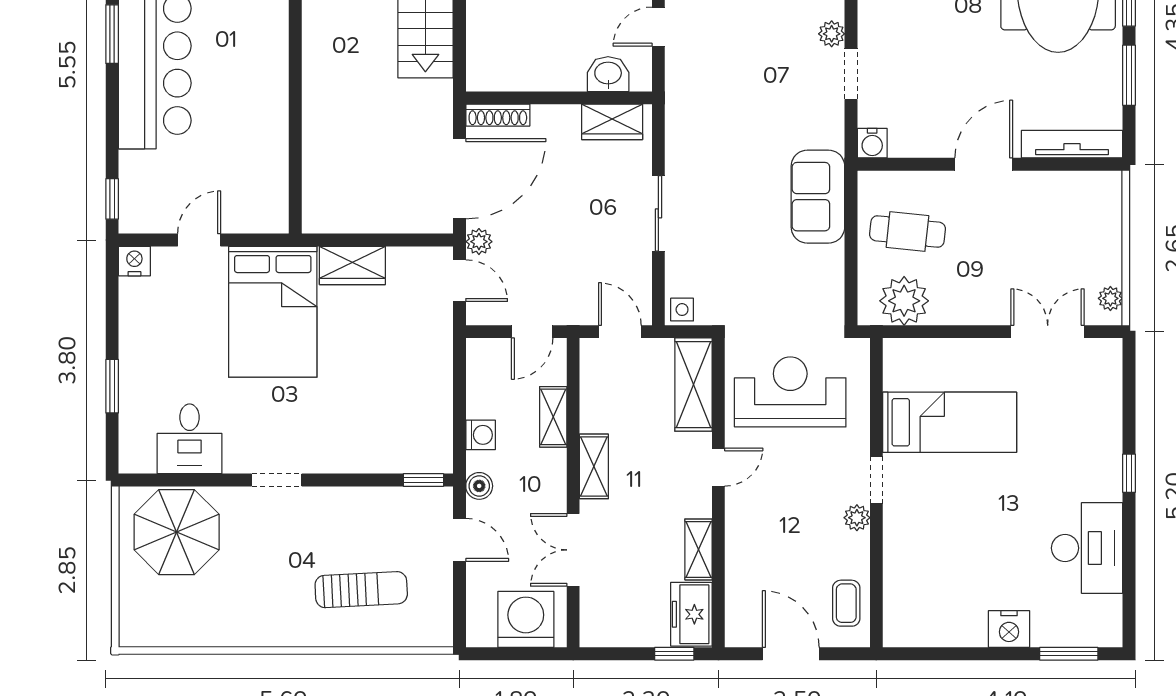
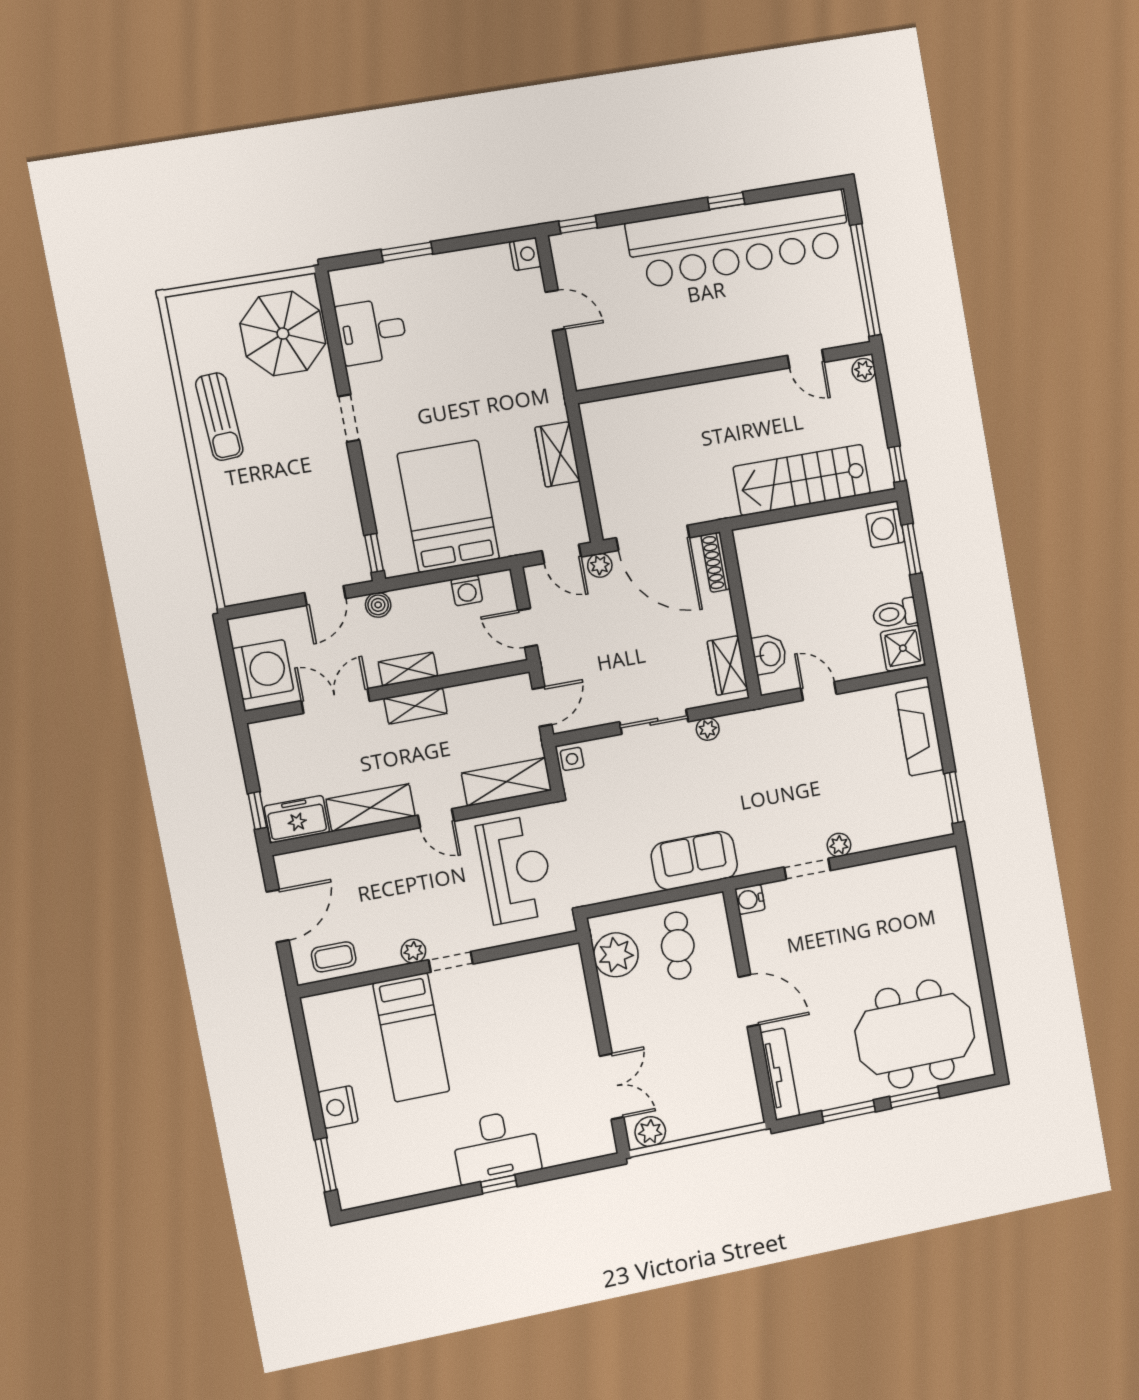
window: (112, 34) -> (726, 201), width x0.67
plant: (677, 156) -> (708, 729), added
door: (459, 281) -> (562, 554), hinge flipped
plant: (1110, 298) -> (650, 1132), width x1.38, depth x1.38
bed: (273, 312) -> (448, 506), moved, turned 90
shelving: (553, 417) -> (408, 669), moved
bed: (950, 422) -> (411, 1037), moved
washing machine: (481, 435) -> (467, 590), moved
desk: (1087, 548) -> (496, 1146), moved
shelving: (698, 549) -> (371, 808), width x1.50, depth x1.33
sun lounger: (361, 590) -> (219, 417), moved

